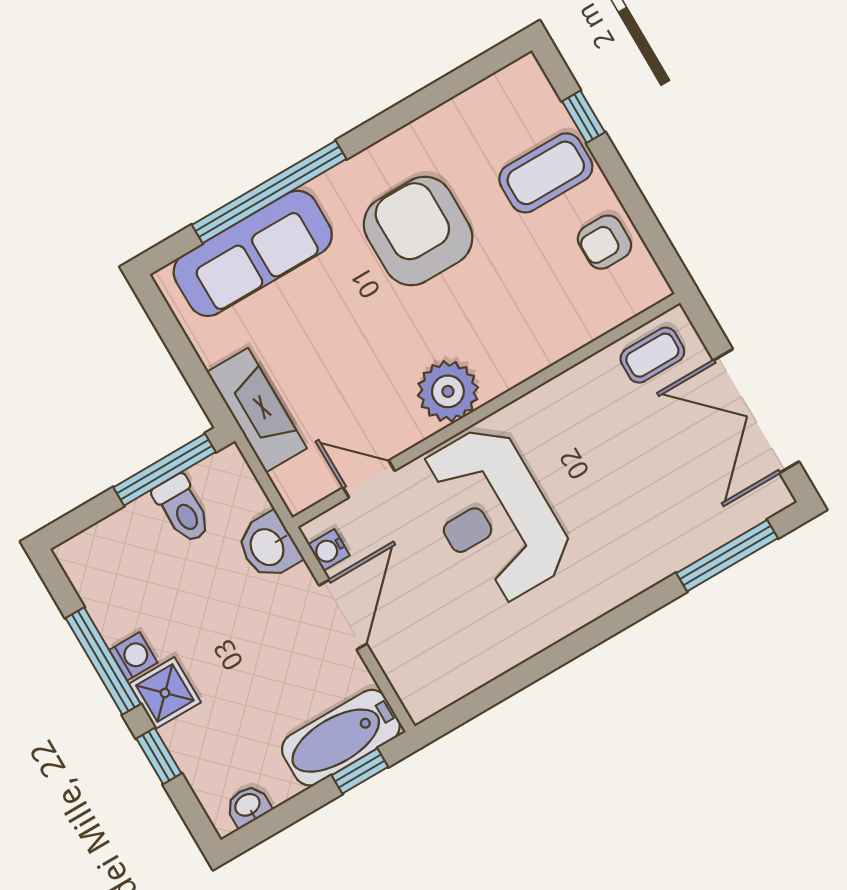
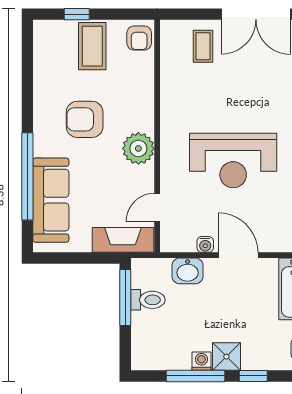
armchair: (418, 231) -> (85, 119), width x0.73, depth x0.73
plant: (448, 391) -> (138, 148), moved
wall: (486, 410) -> (157, 136), moved
door: (369, 479) -> (157, 208), moved

